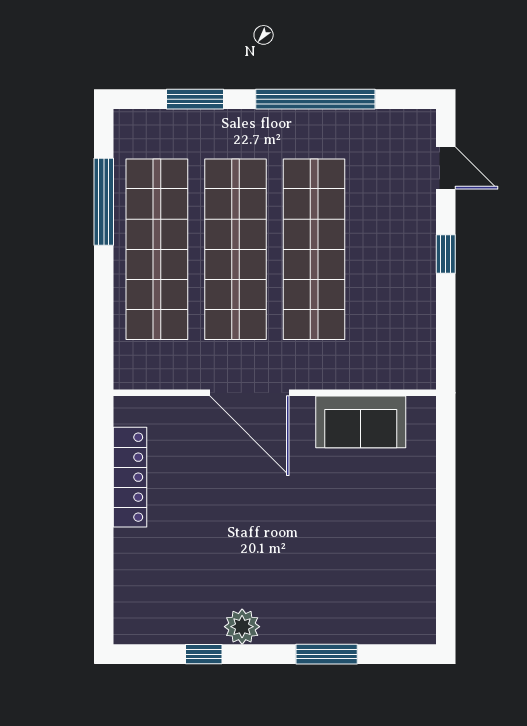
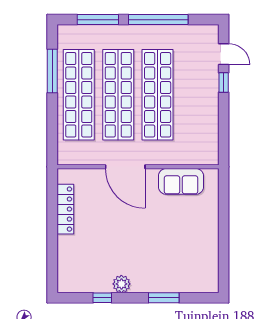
window: (195, 99) -> (98, 20), width x1.44
window: (446, 254) -> (224, 82), moved

